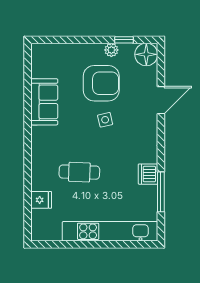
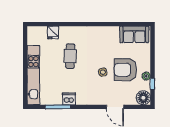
armchair: (101, 83) -> (125, 70), turned 90
sofa: (44, 102) -> (134, 34), moved

